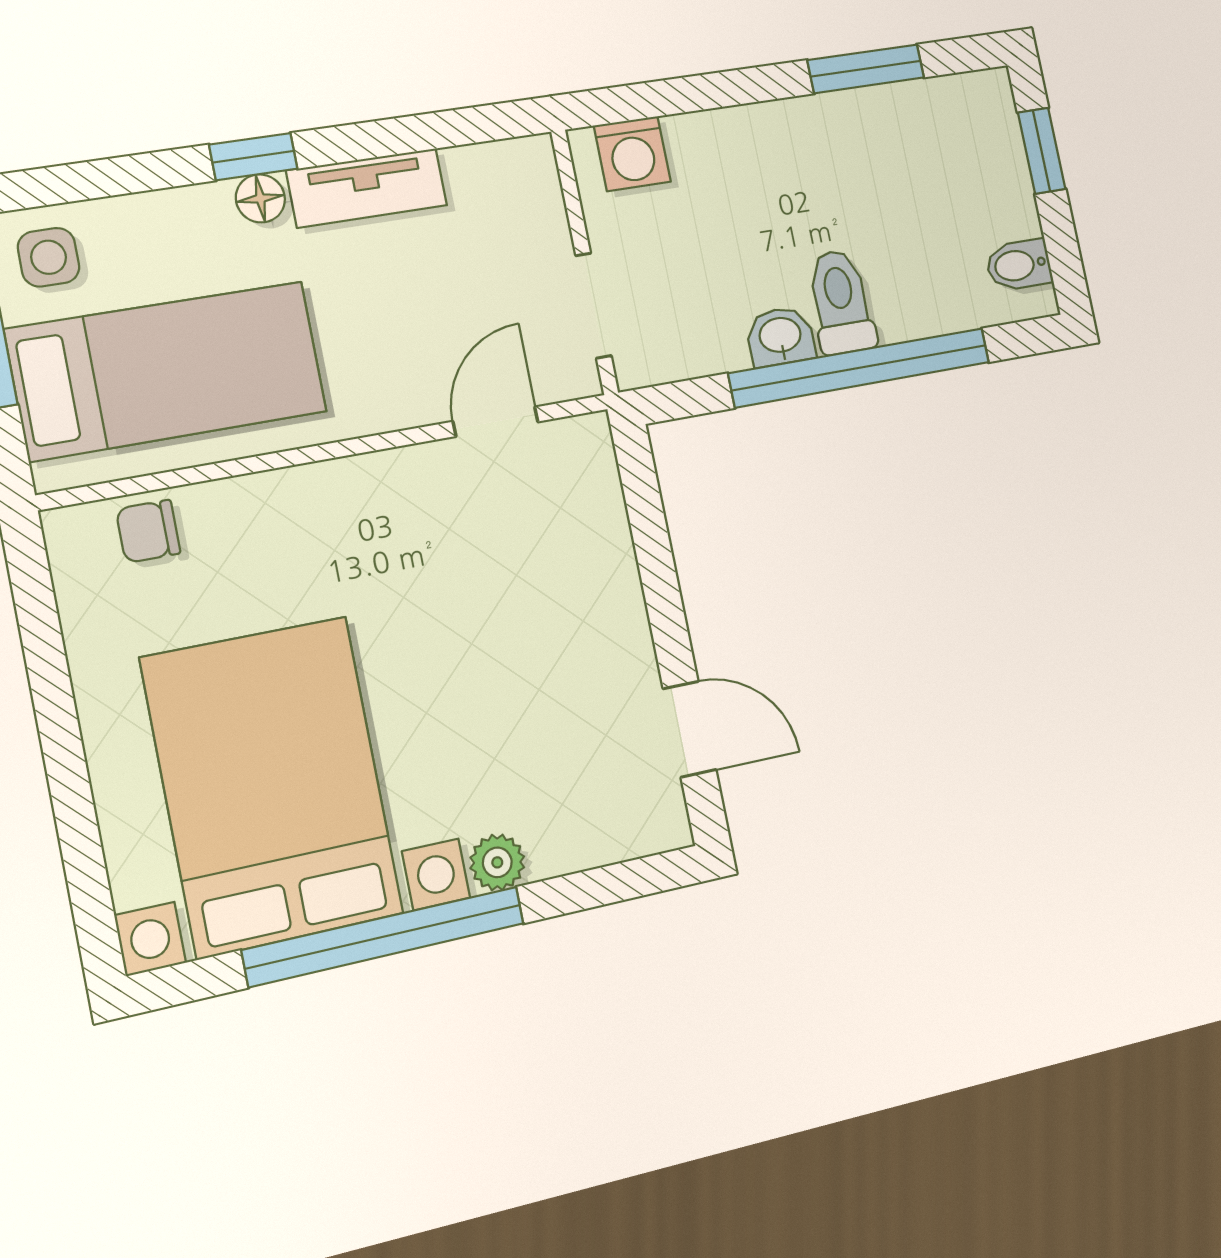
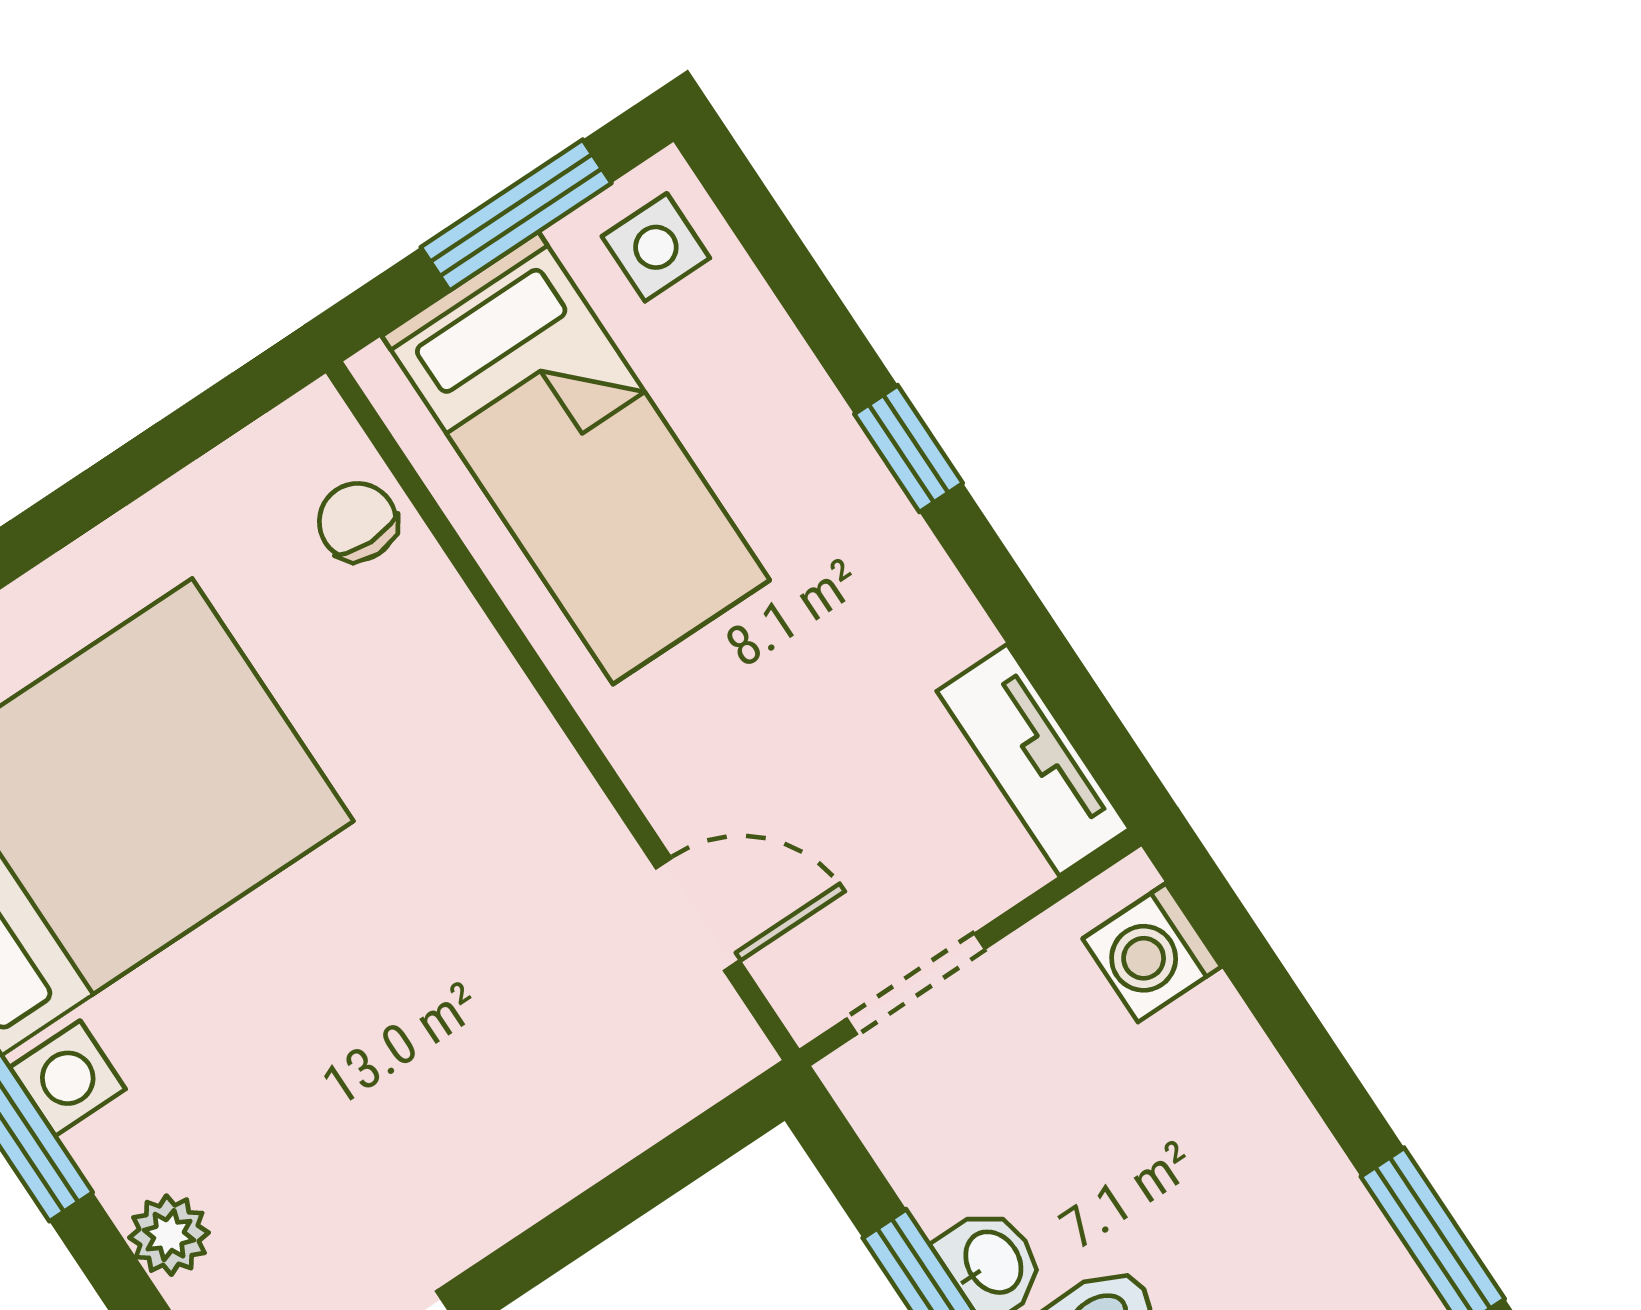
tv unit: (367, 188) -> (1033, 760), moved
floor lamp: (260, 198) -> (857, 481), removed
plant: (497, 862) -> (169, 1235), moved

